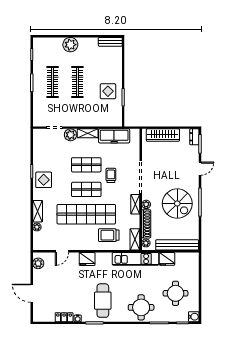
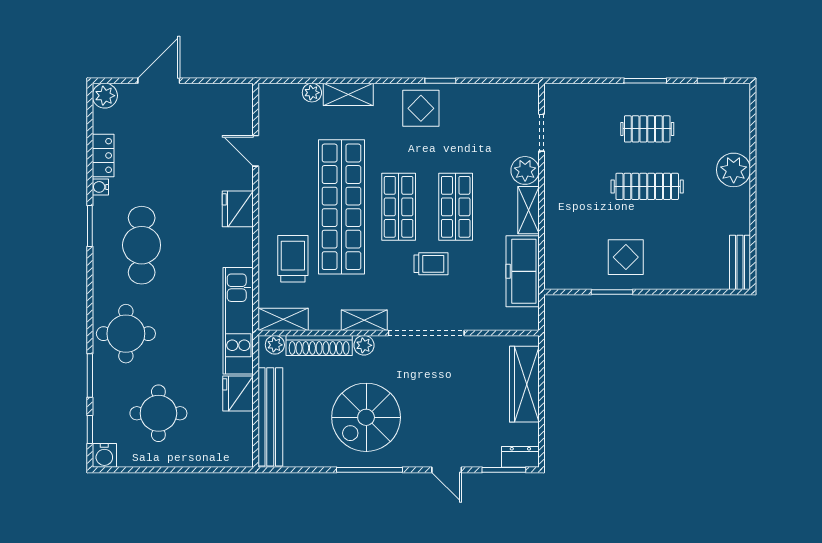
clothes rail: (53, 82) -> (647, 129), width x0.73
plant: (38, 263) -> (105, 96), moved
cafe table: (103, 301) -> (142, 245), turned 90

